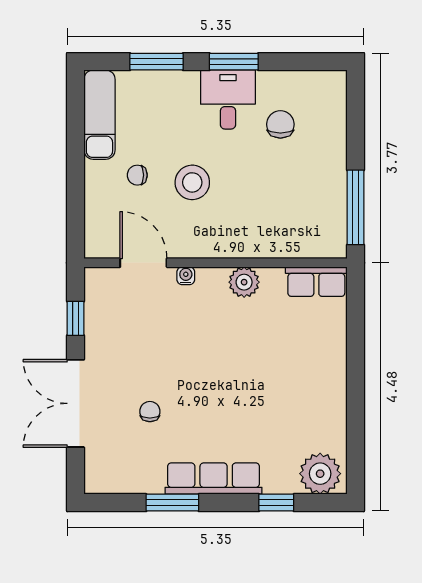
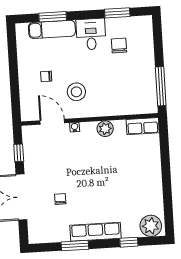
window: (234, 62) -> (117, 13), moved
exam couch: (99, 115) -> (52, 29), moved, turned 90
stool: (192, 182) -> (76, 92), moved

